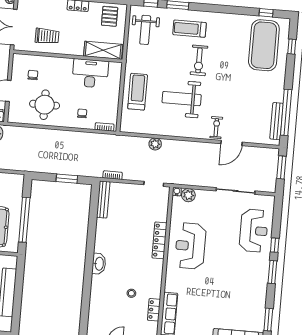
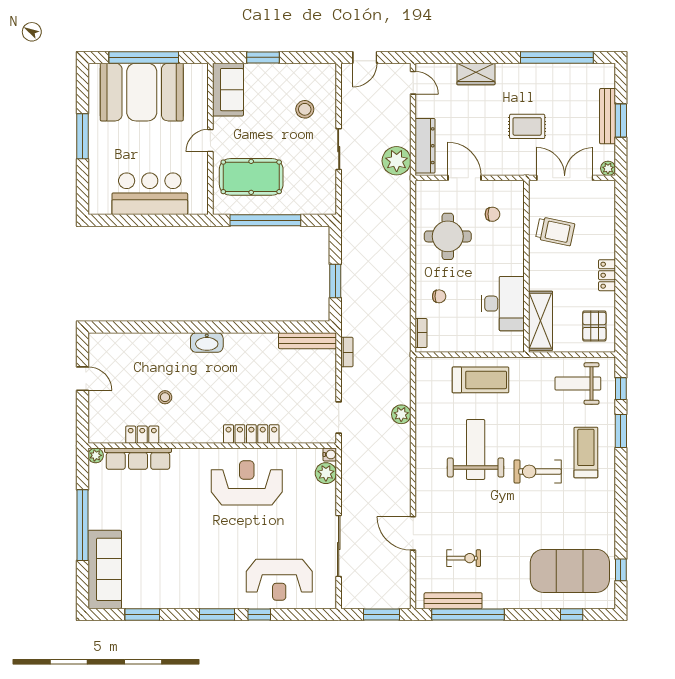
pallet: (110, 16) -> (594, 326), turned 90
trolley: (47, 36) -> (555, 231), turned -78
exercise bike: (216, 128) -> (464, 558), moved

